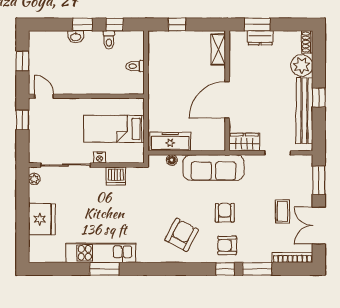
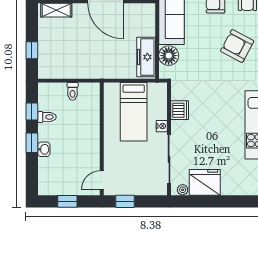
floor lamp: (172, 160) -> (169, 56), width x1.89, depth x1.89
fridge: (42, 219) -> (205, 182), moved

